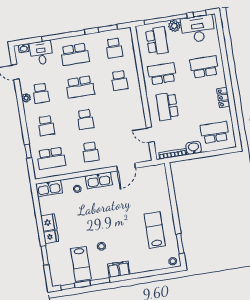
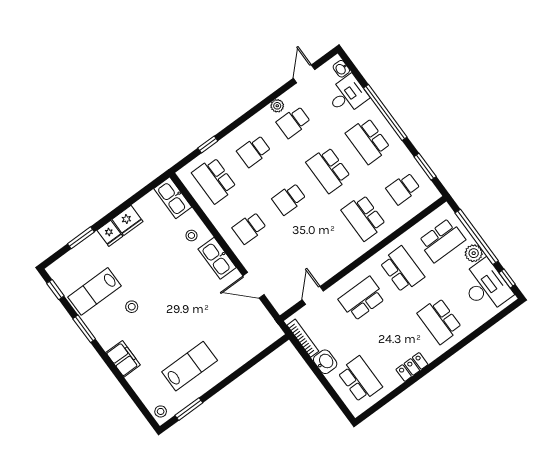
school desk: (204, 67) -> (440, 321), turned 180
school desk: (119, 81) -> (364, 218), width x1.85
filing cabinet: (119, 269) -> (123, 359), moved

